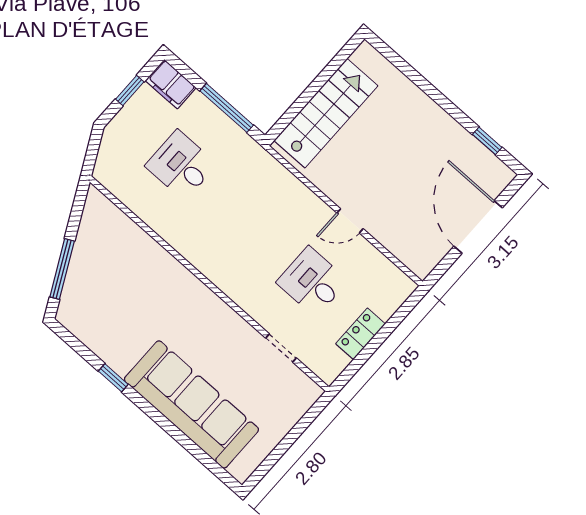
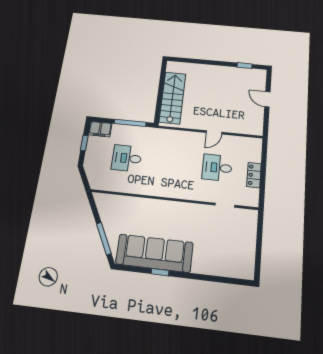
door: (478, 227) -> (267, 99), width x0.53
sofa: (191, 404) -> (154, 253), moved

